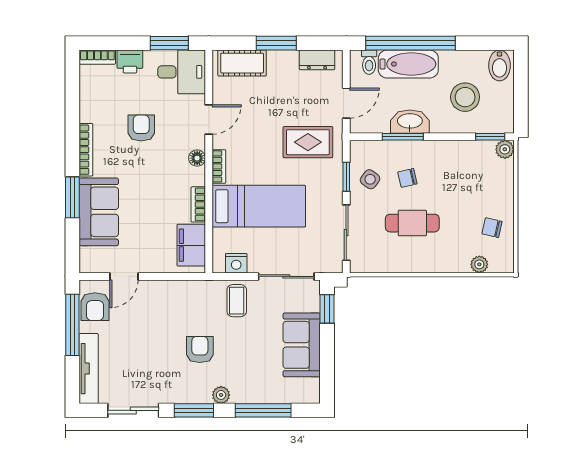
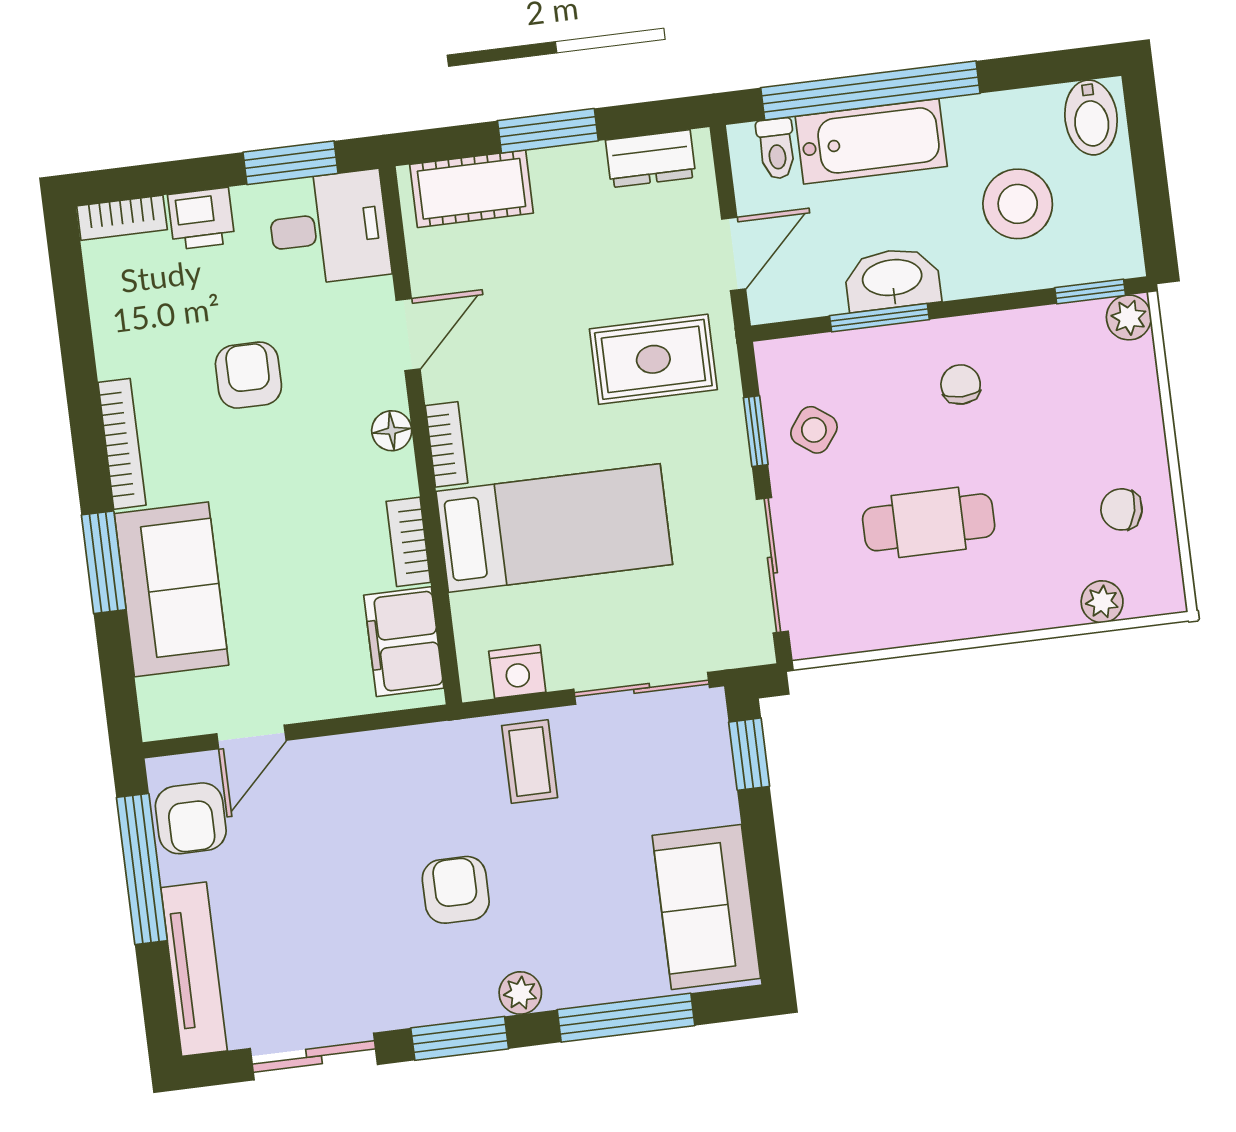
chair: (407, 178) -> (961, 384), moved, turned 103
sofa: (302, 345) -> (706, 907), moved

